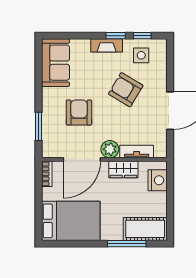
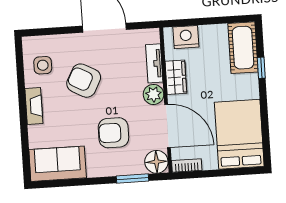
window: (116, 36) -> (22, 96), removed
window: (142, 36) -> (20, 66), removed
armchair: (126, 90) -> (84, 81), turned 87
floor lamp: (52, 148) -> (156, 162), added
window: (127, 244) -> (261, 68), width x0.46

